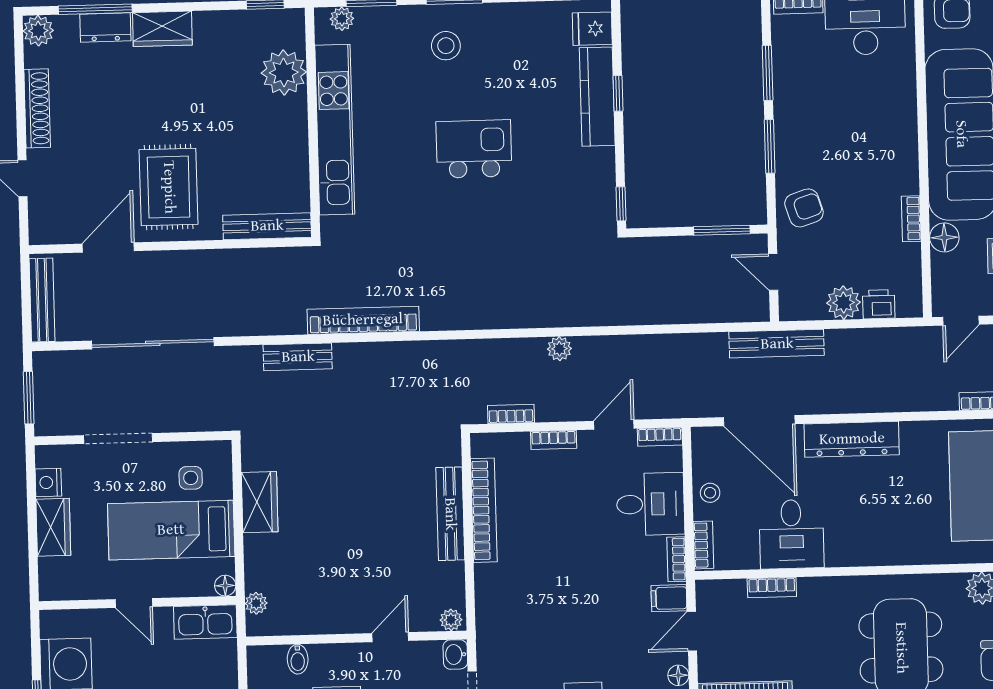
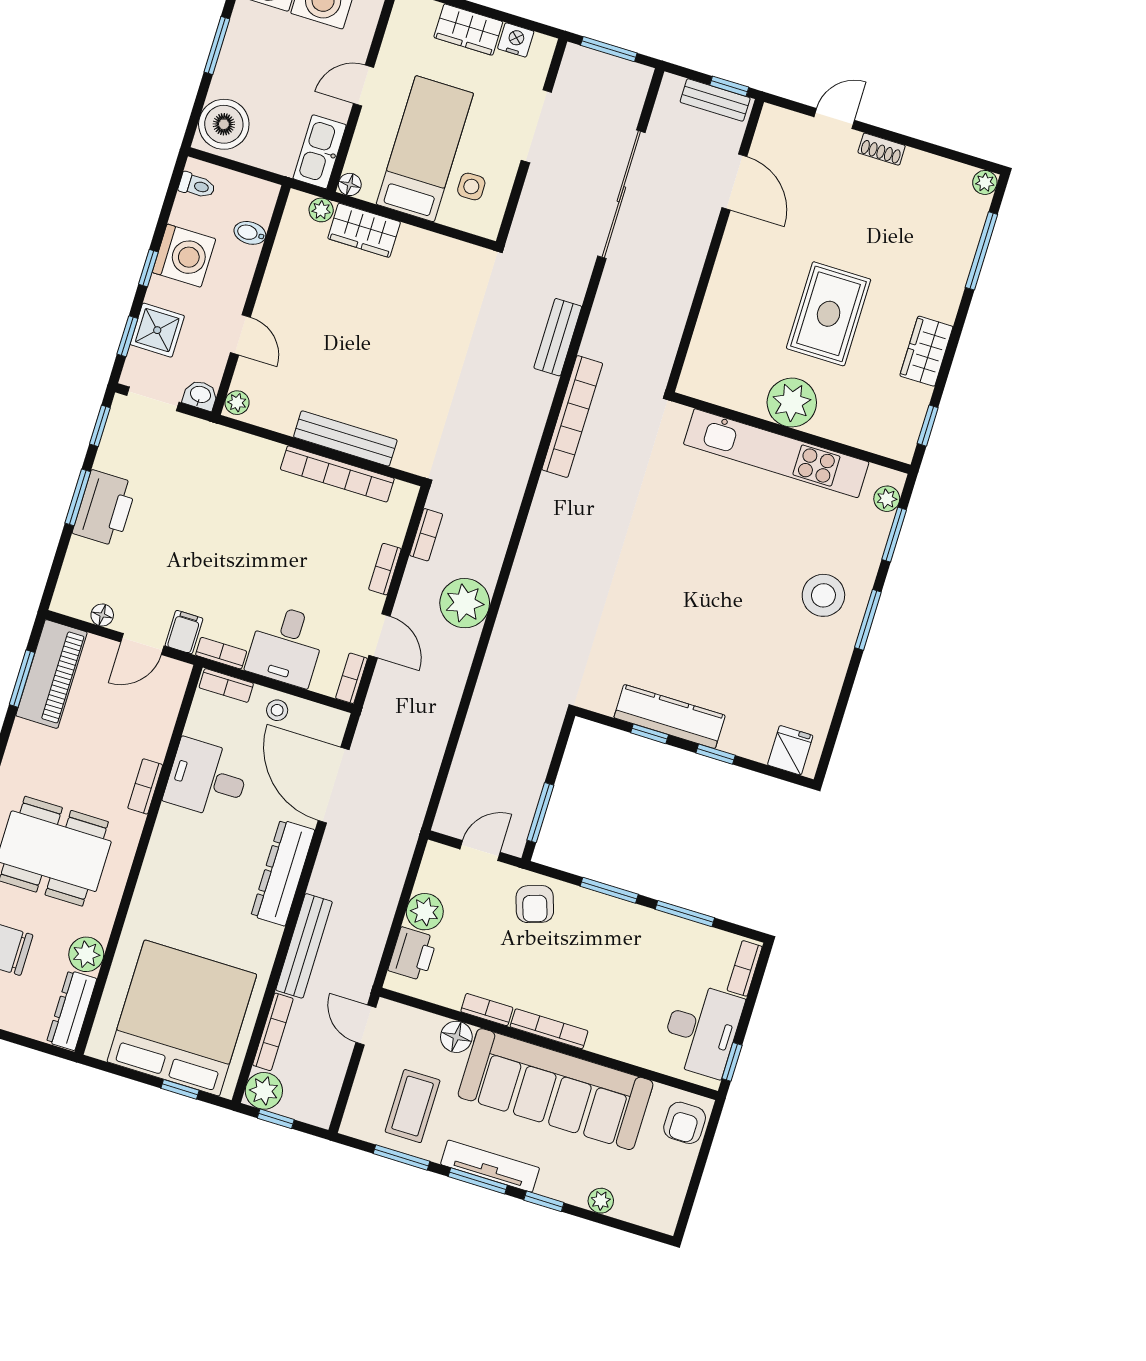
dresser: (105, 28) -> (959, 255), removed
wardrobe: (162, 29) -> (926, 351), moved
plant: (38, 31) -> (985, 182), width x0.73, depth x0.73
stool: (446, 46) -> (823, 595), width x1.38, depth x1.38
plant: (284, 72) -> (792, 403), moved
kitchen counter: (597, 97) -> (670, 717), moved
shoe rack: (37, 108) -> (882, 149), width x0.51, depth x0.81
kitchen island: (474, 149) -> (709, 588), removed
bookcase: (910, 158) -> (549, 1029), added
rug: (169, 187) -> (829, 314), moved, turned 90
window: (621, 204) -> (650, 734), moved
bench: (267, 226) -> (701, 351), removed
window: (25, 281) -> (729, 86), added
bench: (42, 300) -> (715, 100), width x0.73
printer: (879, 304) -> (413, 954), width x1.36, depth x1.24
bench: (777, 344) -> (304, 946), moved
plant: (559, 349) -> (465, 603), width x1.88, depth x1.88
door: (759, 421) -> (334, 785), hinge flipped
wardrobe: (260, 502) -> (364, 230), moved
bookcase: (772, 588) -> (145, 786), moved
door: (692, 631) -> (142, 644), swing flipped

